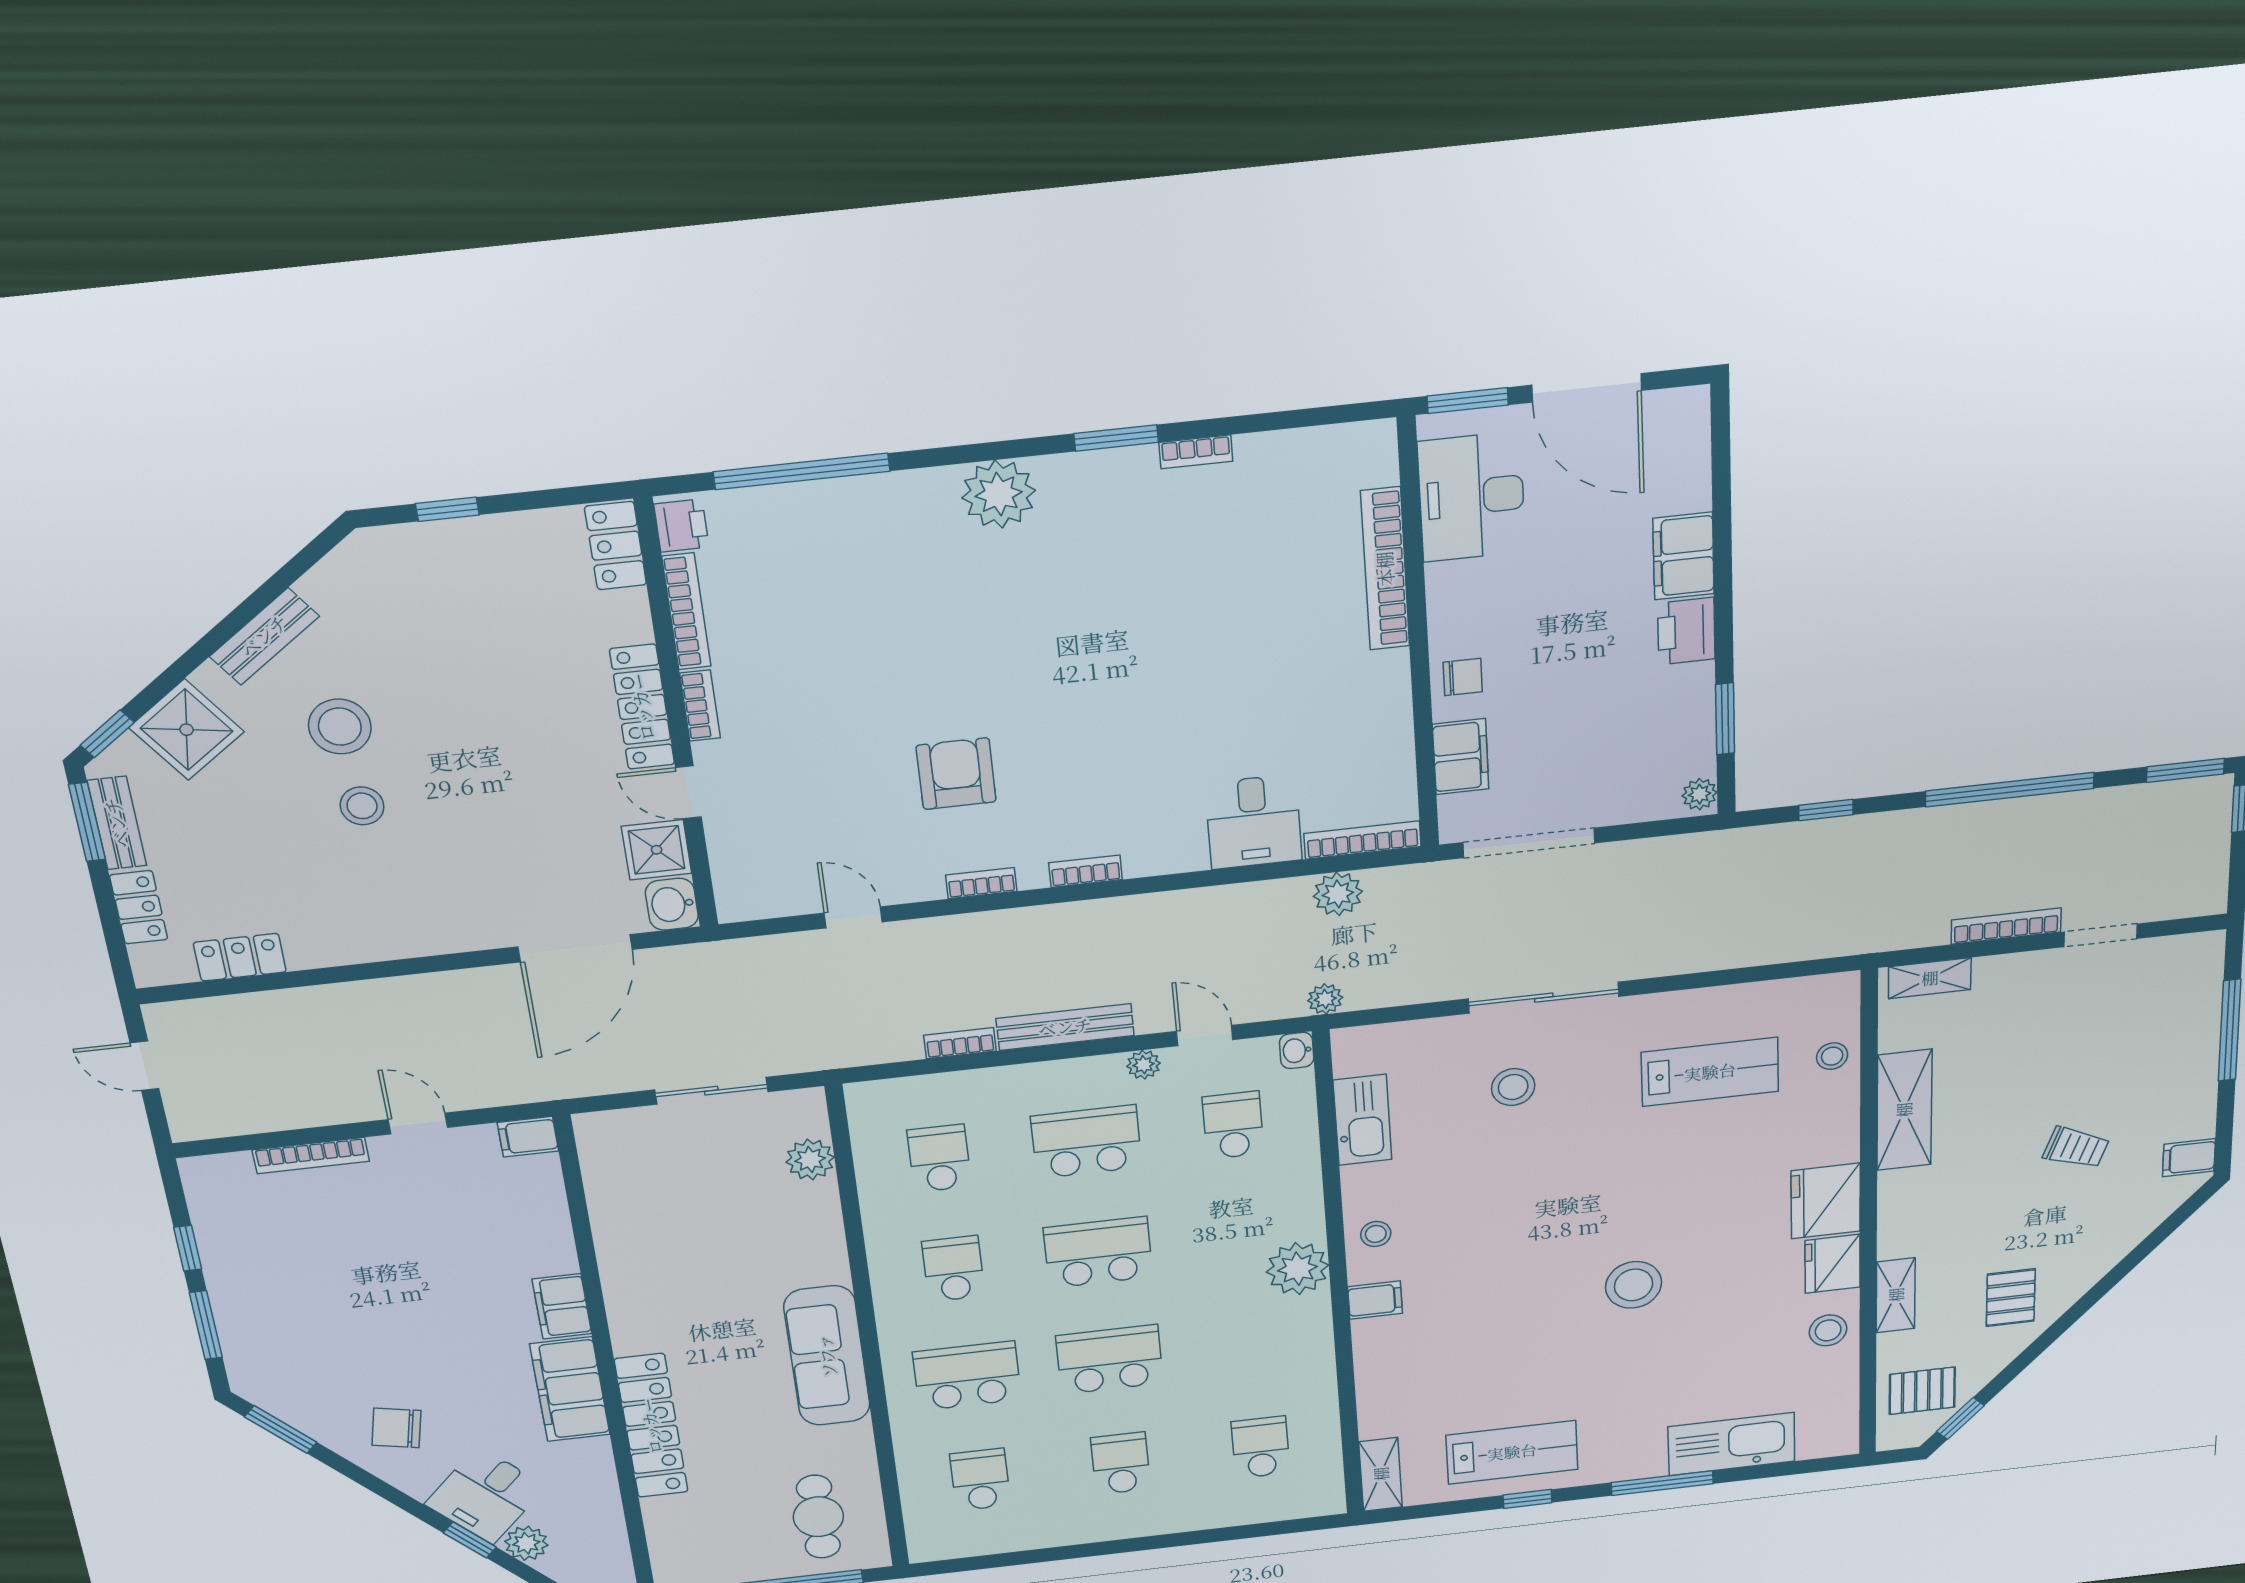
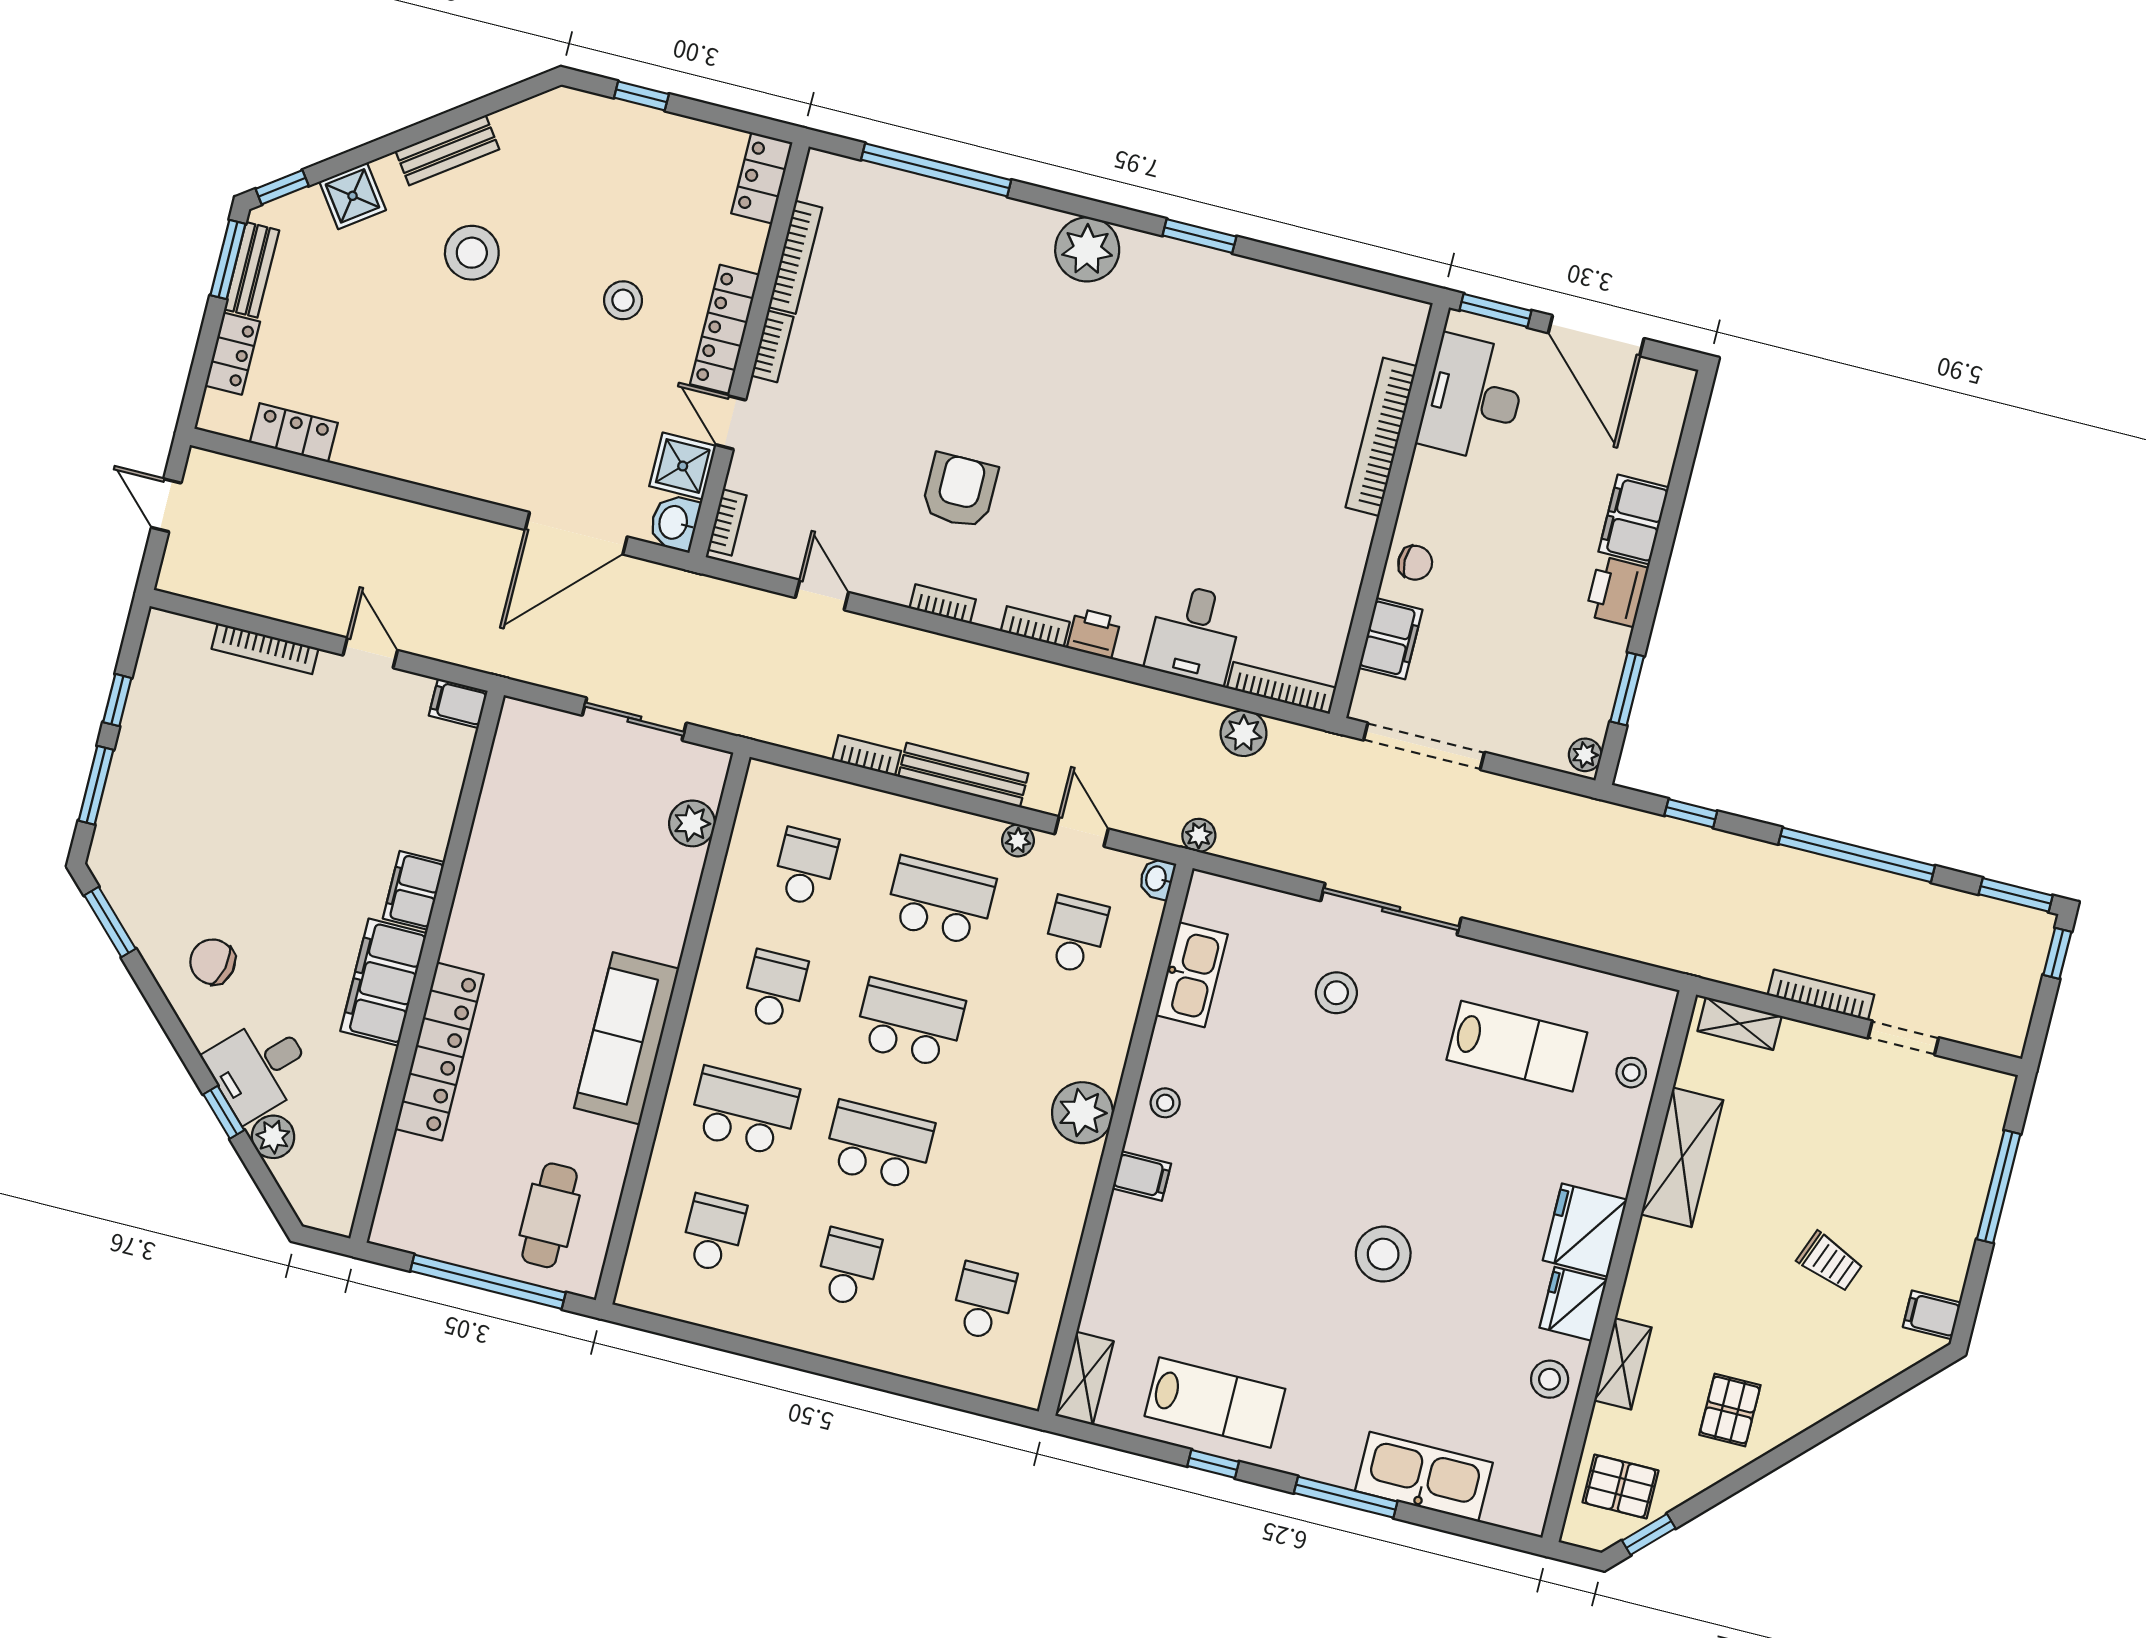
bookcase: (1196, 452) -> (727, 522), moved, turned -90
printer: (681, 526) -> (1094, 633), moved, turned -90
shower: (187, 730) -> (353, 196), width x0.73, depth x0.73
stool: (362, 806) -> (623, 300), moved

